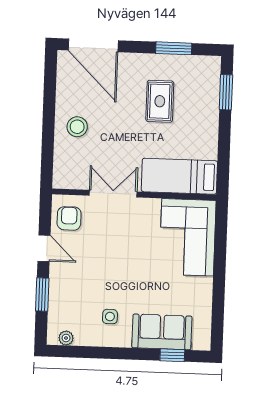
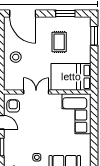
bed: (179, 176) -> (71, 77), width x1.50

